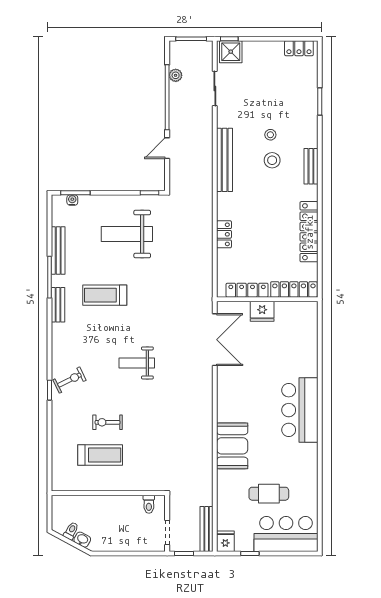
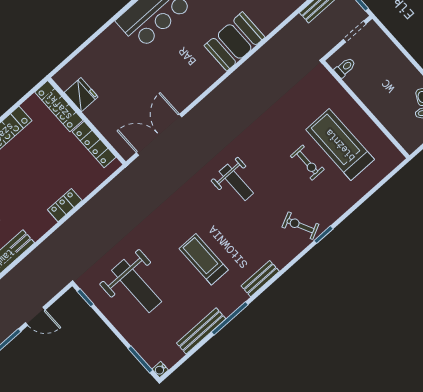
water cooler: (72, 200) -> (160, 370), moved
treadmill: (105, 295) -> (204, 259), turned 180
bench: (58, 305) -> (260, 279), moved
fridge: (262, 311) -> (81, 95), moved
treadmill: (100, 455) -> (340, 145), width x1.37, depth x1.38

